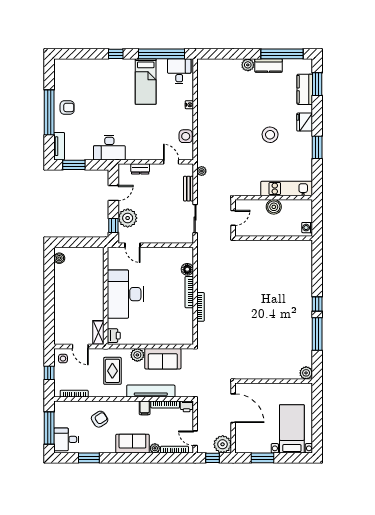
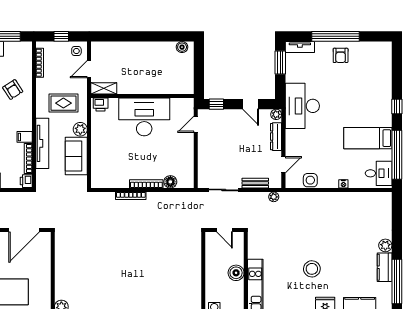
desk: (109, 148) -> (302, 106), width x1.36, depth x1.30
dresser: (140, 169) -> (276, 137), width x1.44
plant: (128, 218) -> (276, 114), moved, width x0.53, depth x0.53

